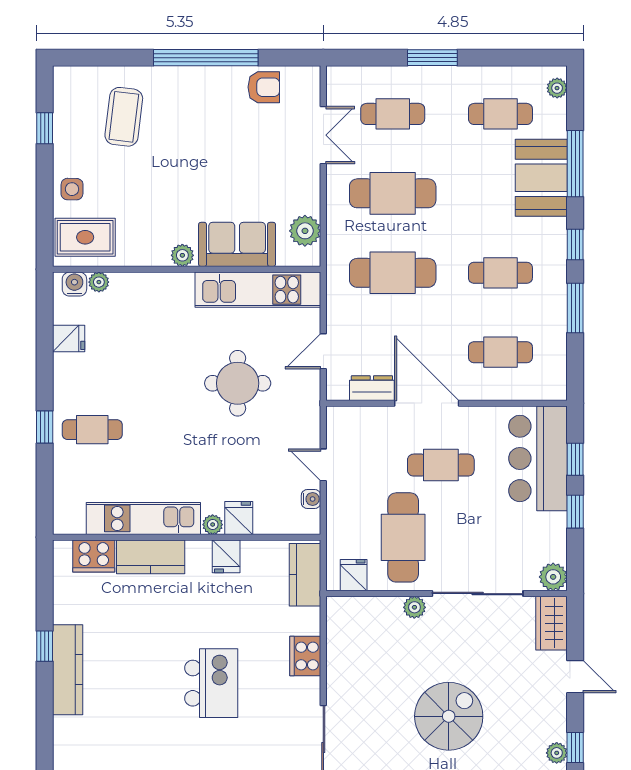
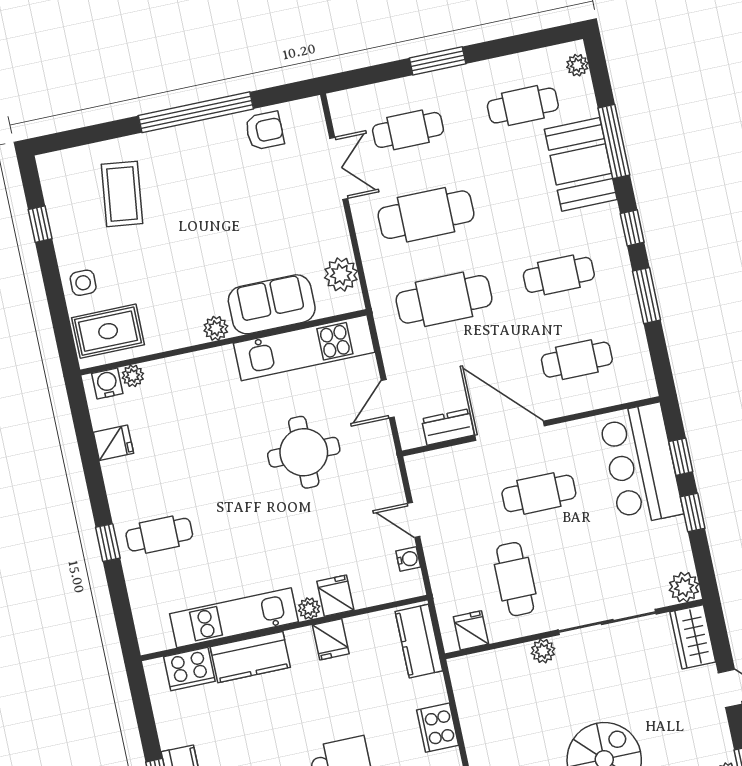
cafe table: (403, 537) -> (515, 579), width x0.73, depth x0.74

